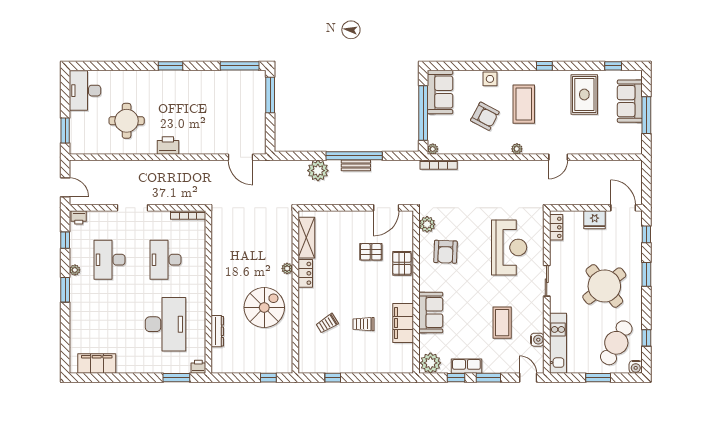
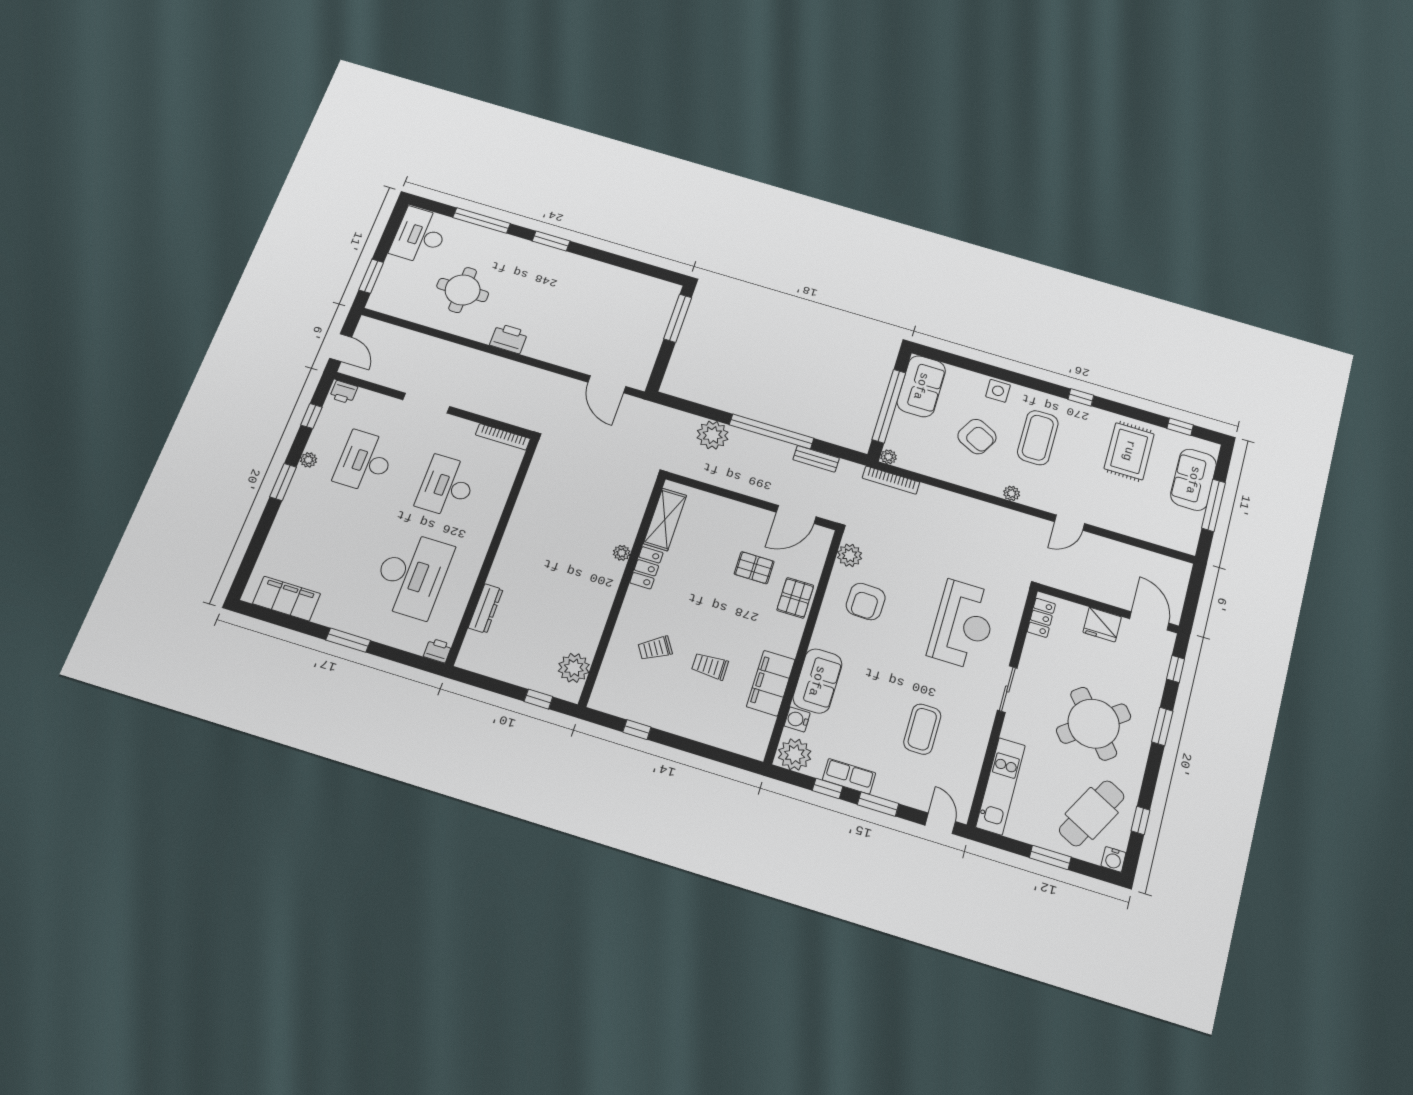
window: (240, 66) -> (482, 220), moved
bench: (356, 165) -> (816, 459), moved
spiral stairs: (264, 307) -> (568, 597), removed
water cooler: (537, 340) -> (797, 719), moved, turned 180
plant: (283, 351) -> (574, 668), added
window: (176, 378) -> (348, 640), moved

